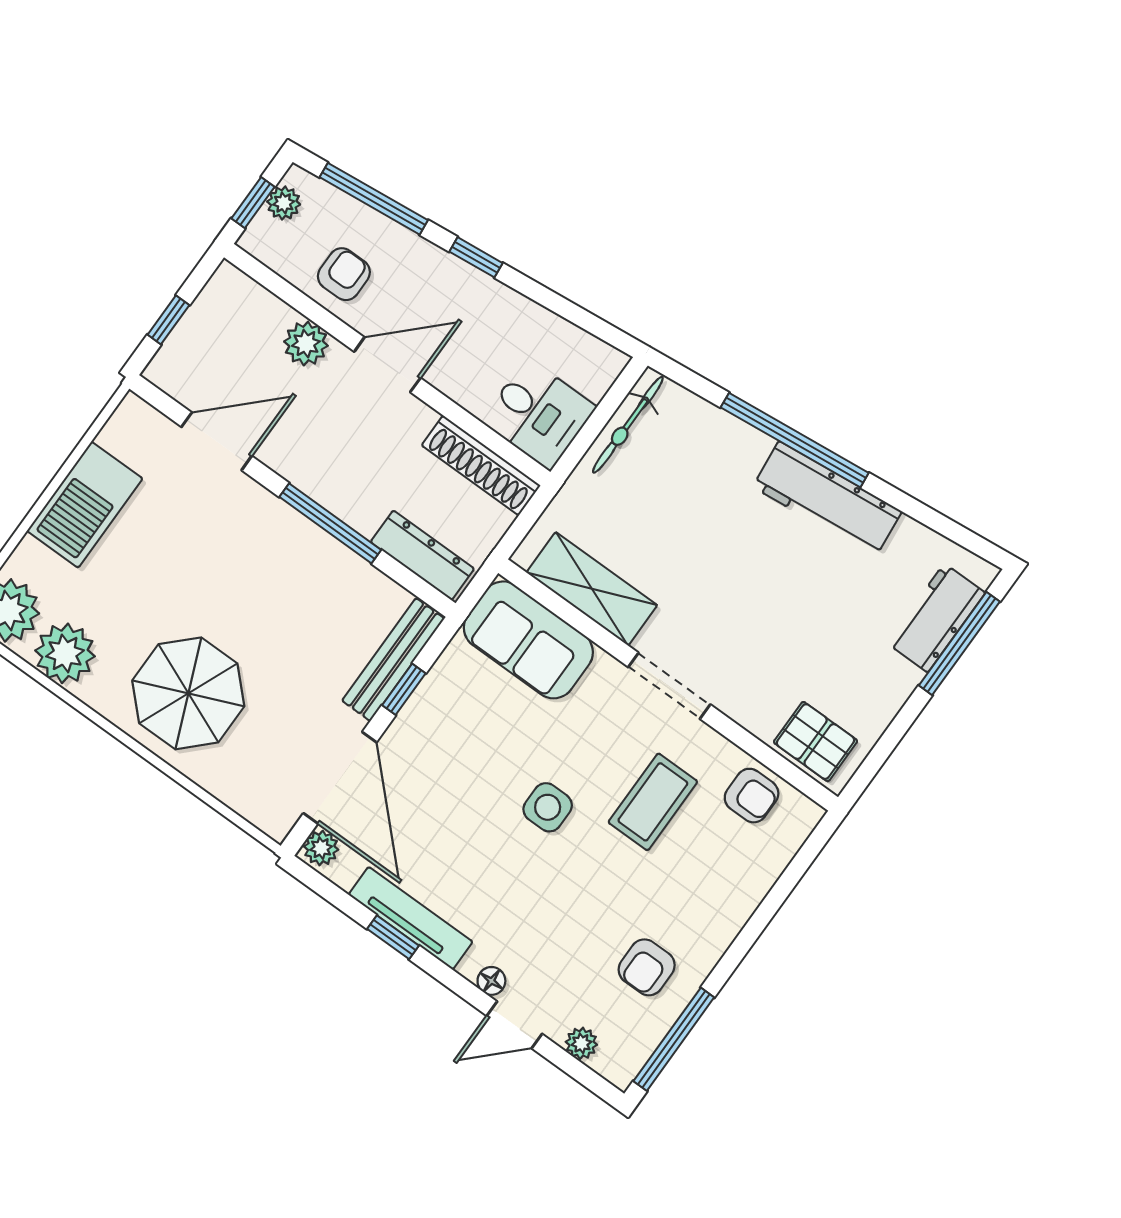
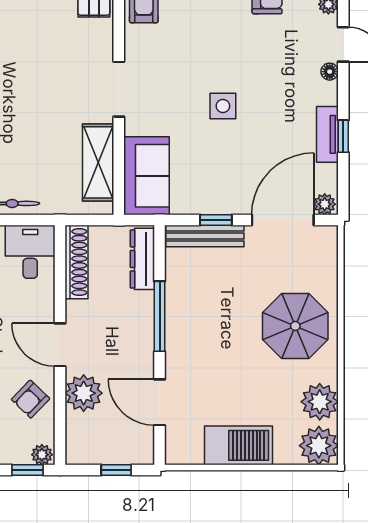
plant: (284, 203) -> (42, 455), moved
armchair: (344, 274) -> (31, 399), turned -46
plant: (306, 344) -> (84, 393), width x1.36, depth x1.36
coffee table: (653, 802) -> (182, 55), removed
tv unit: (411, 918) -> (327, 134), width x0.71

